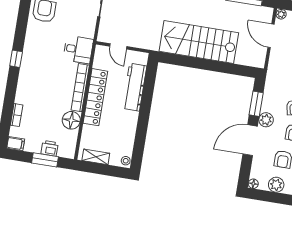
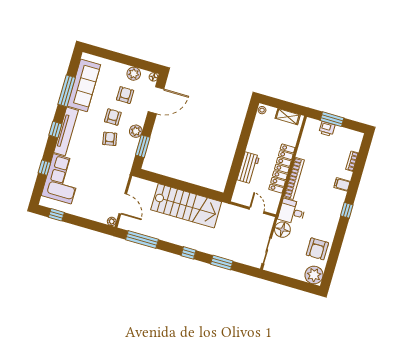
workbench: (134, 87) -> (248, 168), width x0.73
floor lamp: (71, 120) -> (282, 230), moved
door: (250, 140) -> (156, 100), moved
filing cabinet: (16, 144) -> (342, 184), moved

